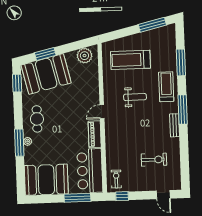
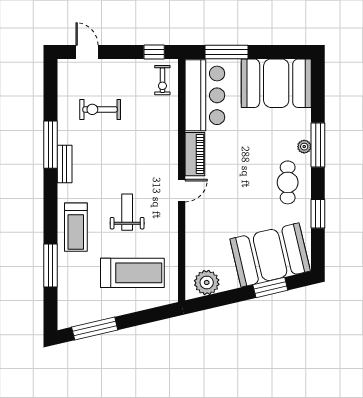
window: (17, 83) -> (318, 214), moved
weight bench: (135, 97) -> (127, 212), turned 90
window: (183, 109) -> (51, 145), moved

